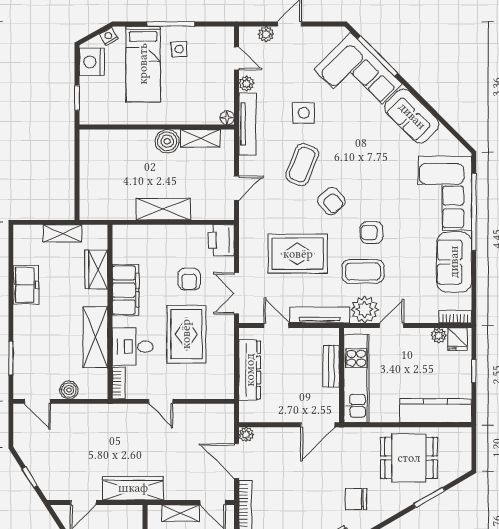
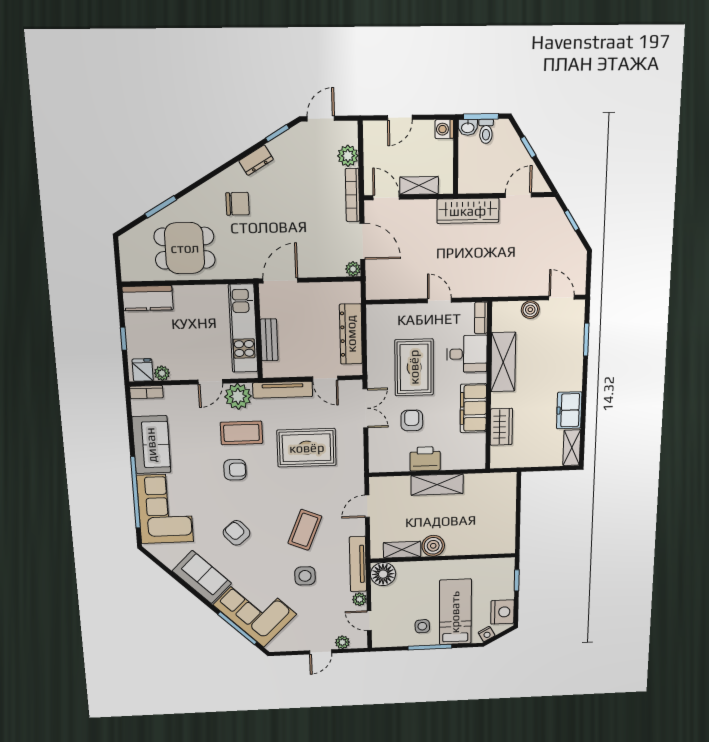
floor lamp: (227, 118) -> (383, 574), width x1.89, depth x1.89
armchair: (331, 201) -> (237, 533), moved
shelving: (62, 233) -> (572, 448), moved, turned 90
printer: (221, 240) -> (425, 459), moved, turned -90
kitchen counter: (436, 410) -> (148, 298), width x0.67

